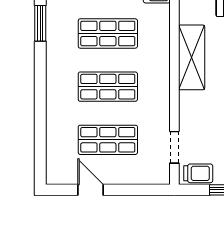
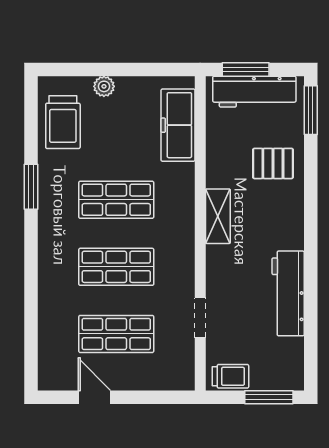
shelving: (192, 57) -> (218, 216), width x0.67, depth x0.75
doorway: (174, 147) -> (200, 318), moved

